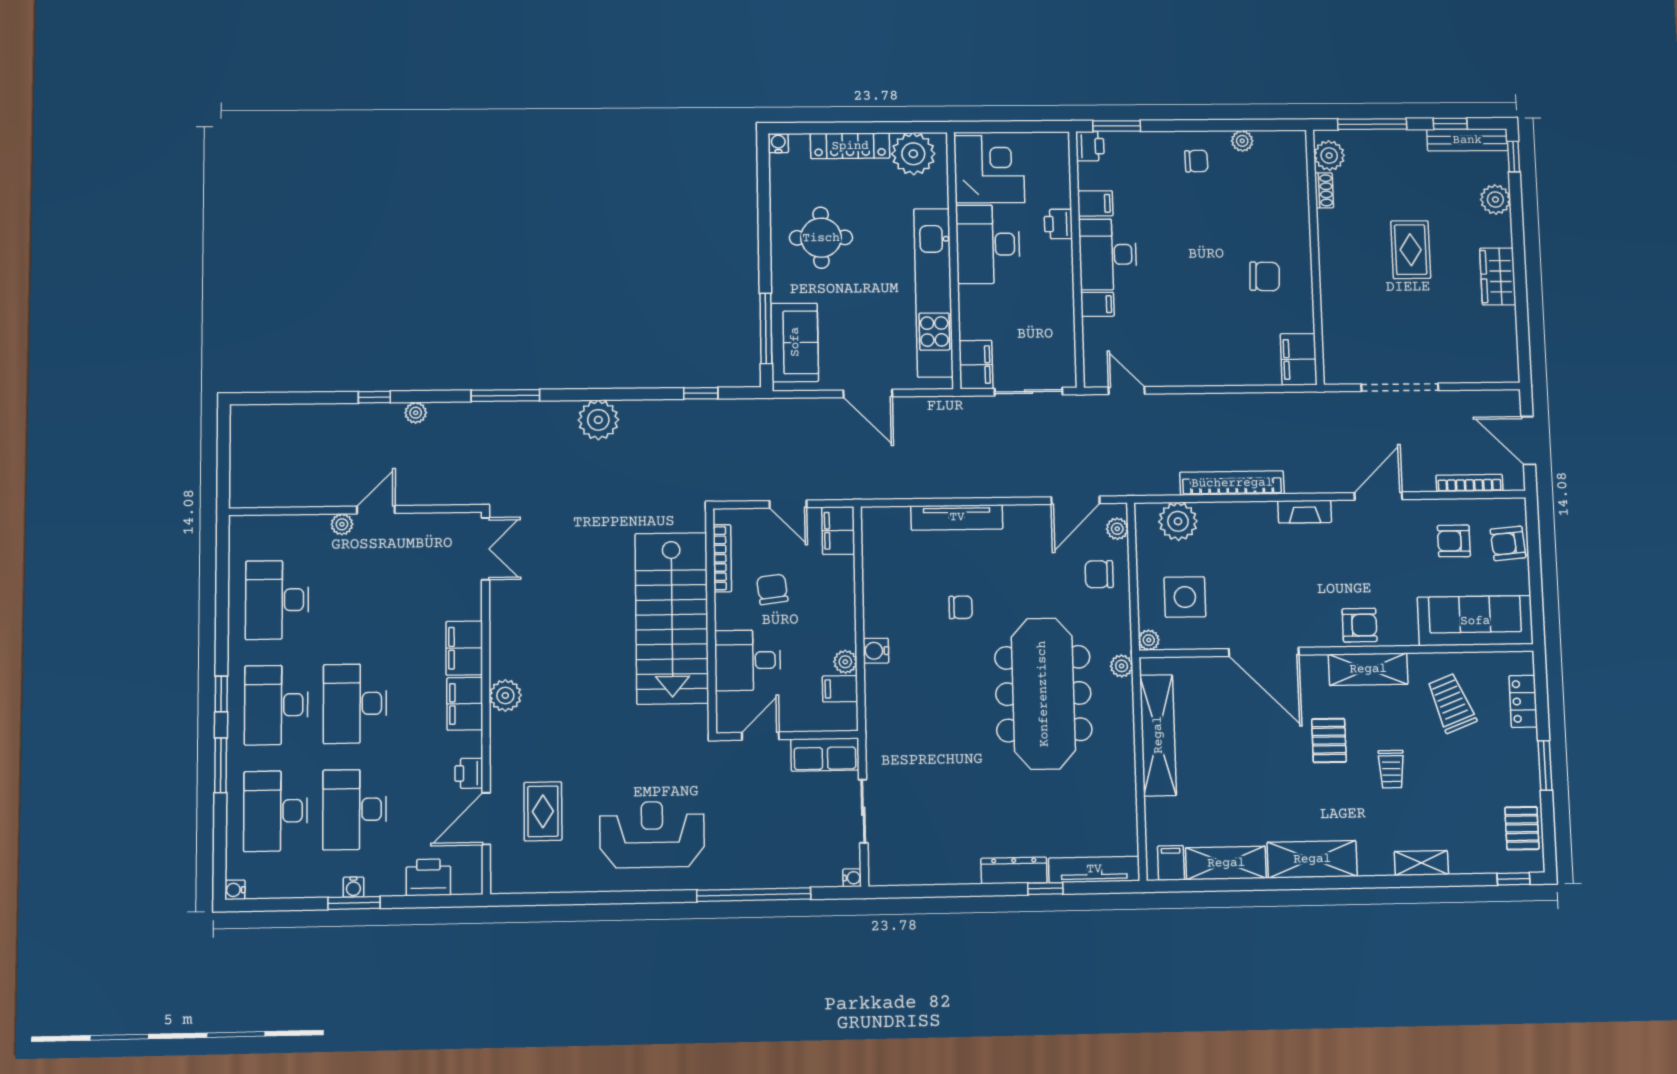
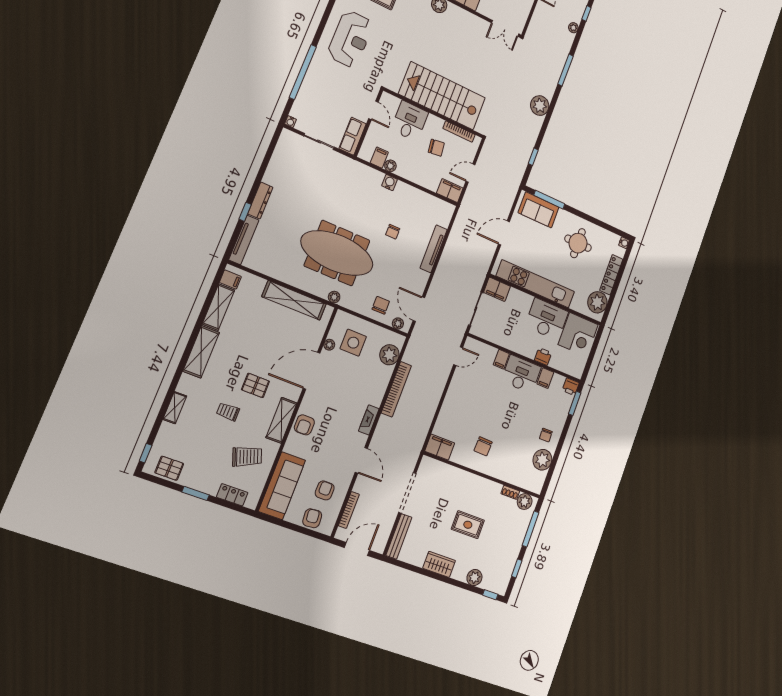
bench: (1467, 140) -> (399, 536), moved
plant: (1242, 141) -> (542, 460), width x1.87, depth x1.87
plant: (1149, 640) -> (329, 345), moved

